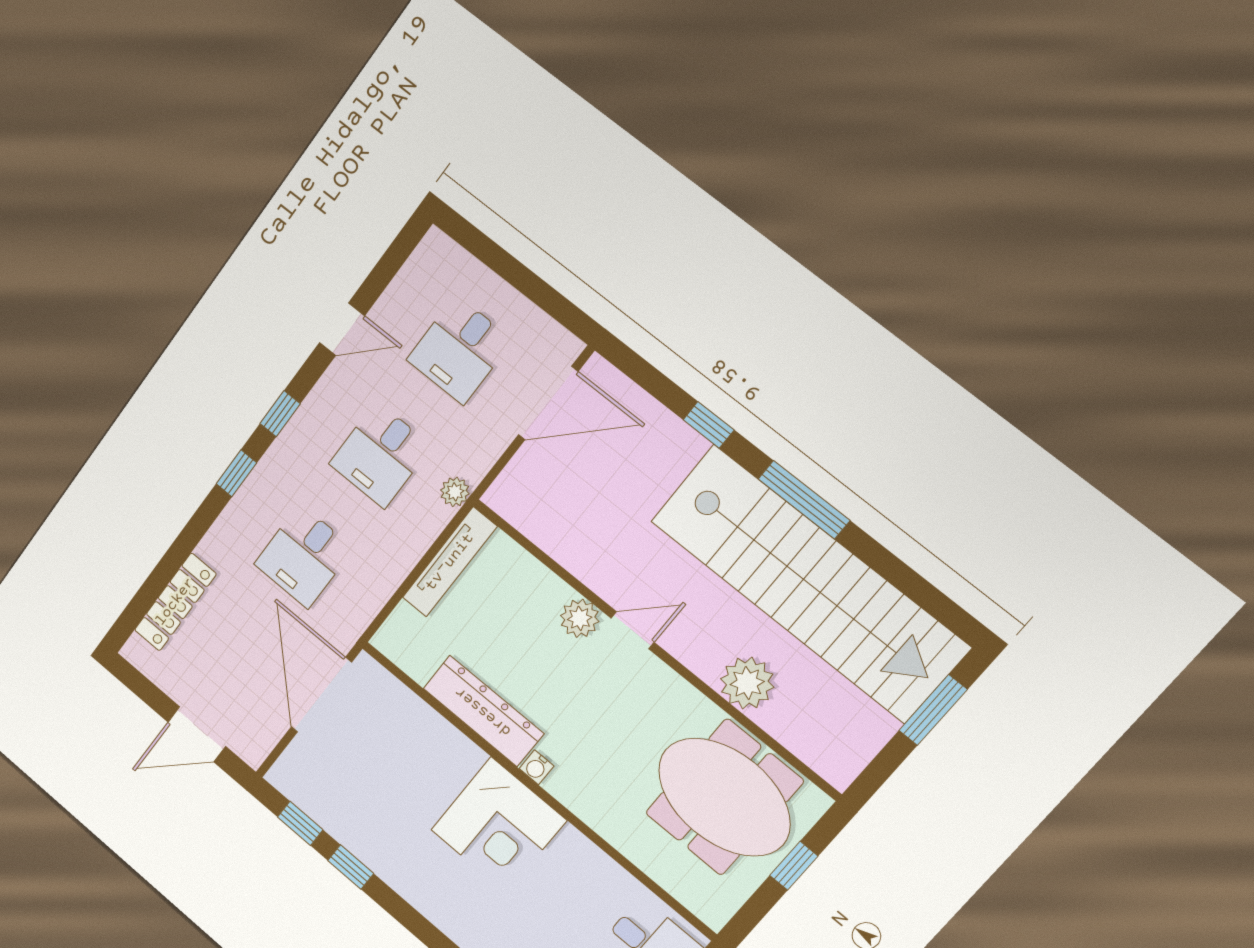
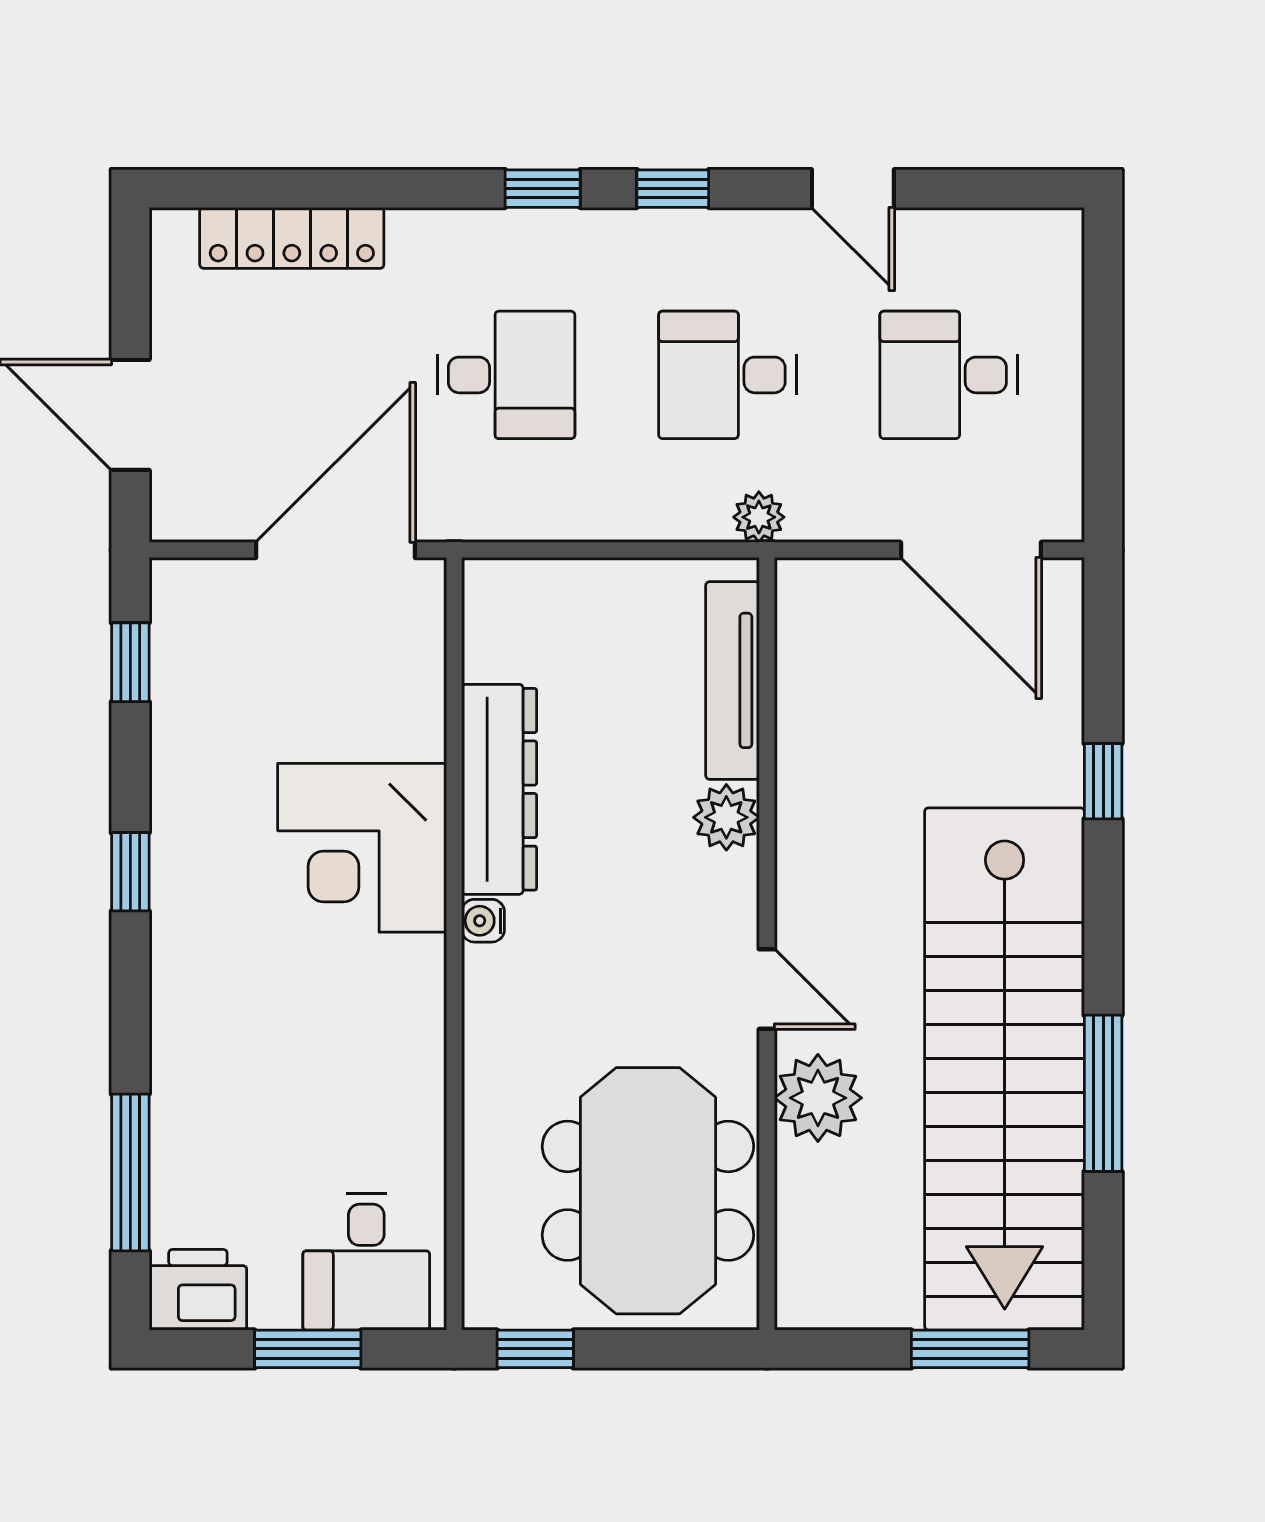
window: (804, 500) -> (1103, 1093), moved
desk: (304, 556) -> (506, 375), turned 180
tv unit: (450, 562) -> (732, 680), moved, turned 90
door: (633, 630) -> (767, 989), moved
corner desk: (498, 825) -> (362, 848), moved
window: (794, 866) -> (535, 1349), moved
window: (351, 867) -> (130, 872), moved

